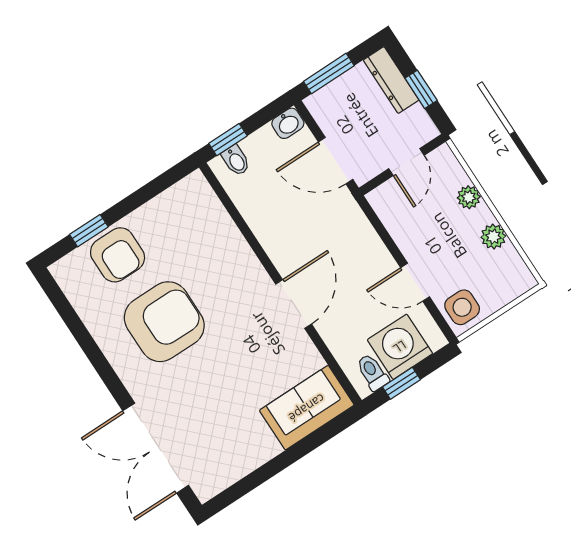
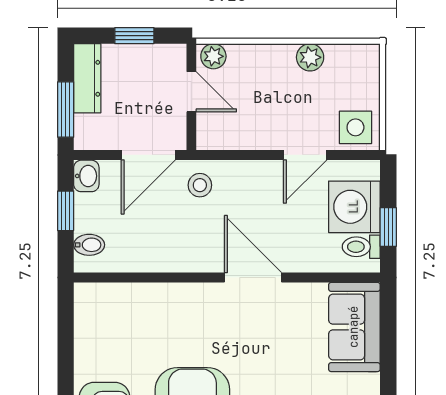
dresser: (391, 80) -> (87, 78), moved, turned -90
window: (228, 140) -> (66, 211), moved
plant: (469, 197) -> (213, 56), moved
stool: (338, 216) -> (200, 185), added

